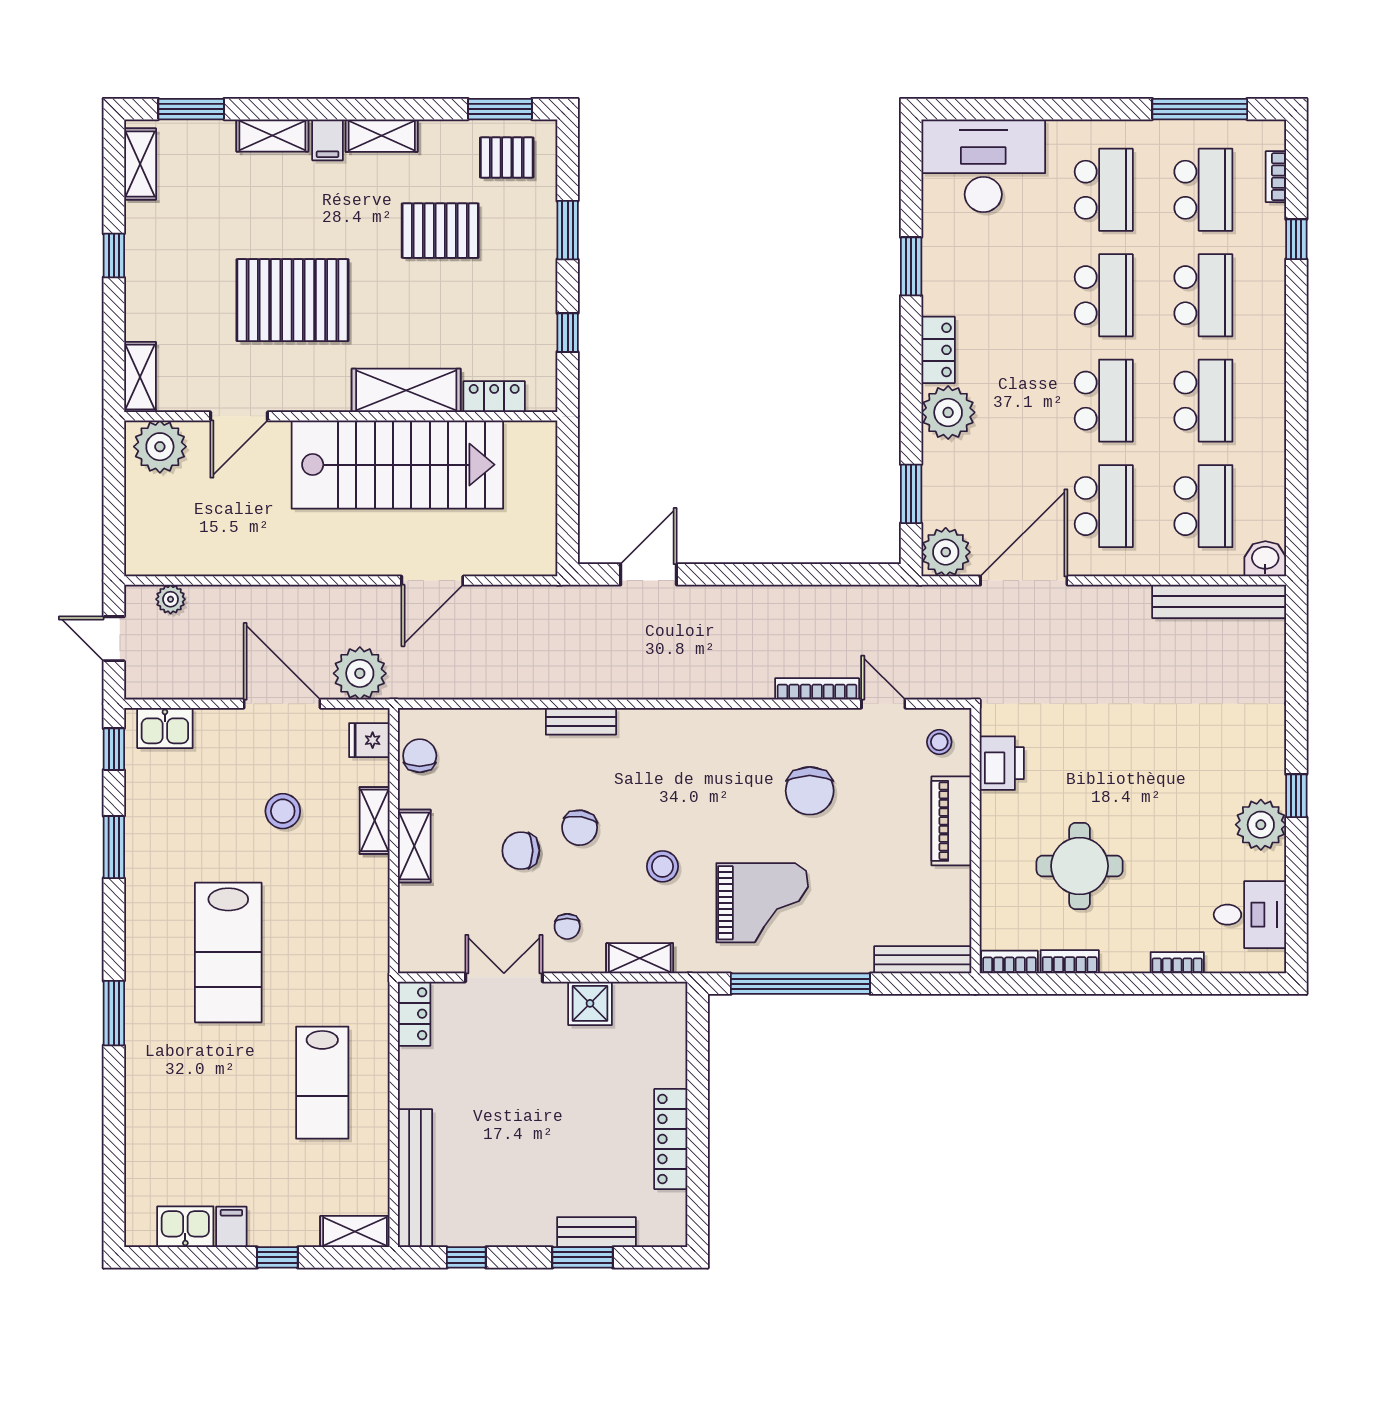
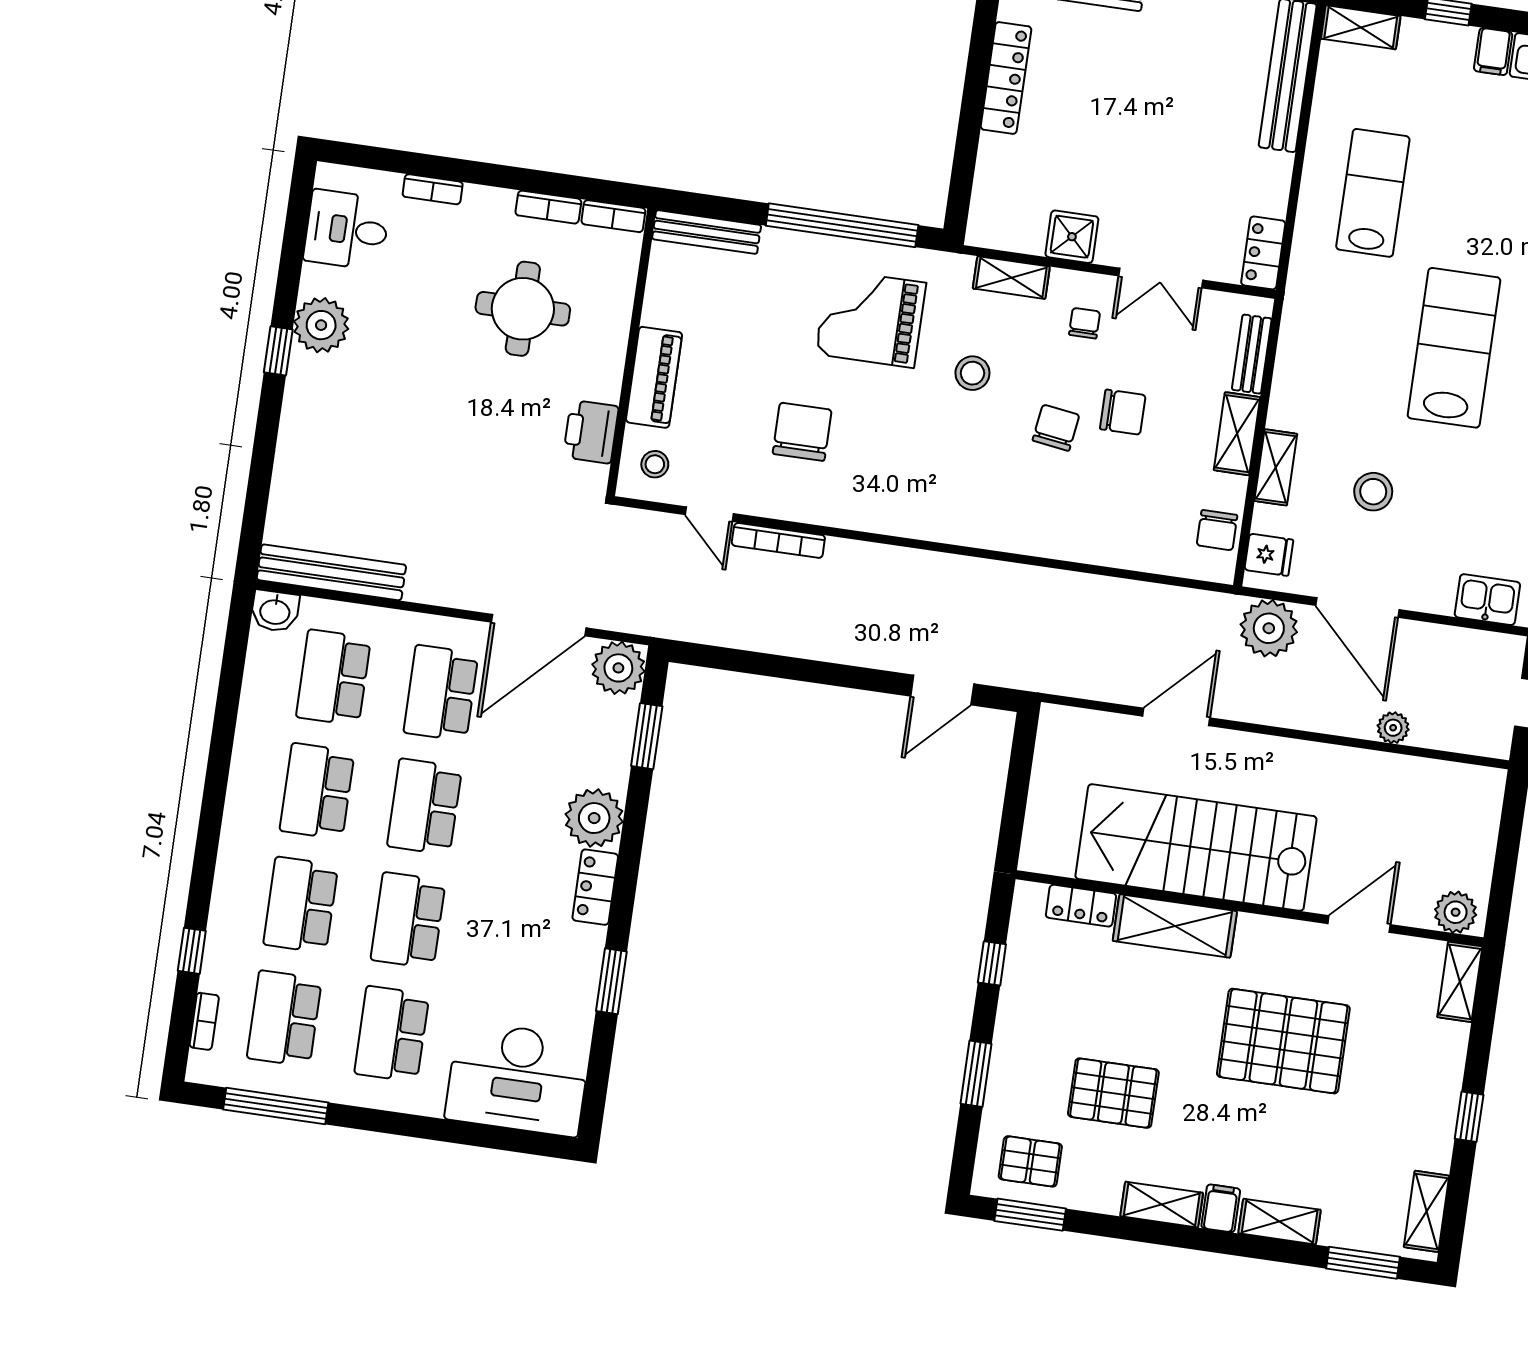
plant: (160, 447) -> (1456, 912), width x0.73, depth x0.73
plant: (171, 599) -> (1393, 728), moved
bench: (581, 721) -> (1252, 354), moved, turned 90

